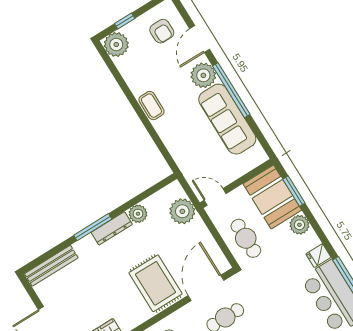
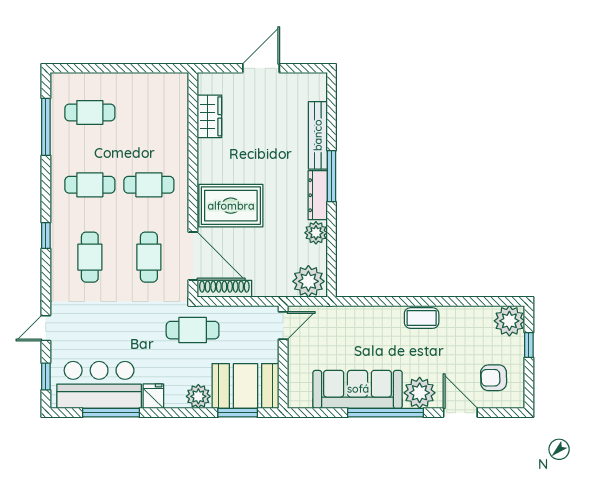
plant: (182, 211) -> (308, 281), moved
cafe table: (246, 238) -> (193, 330), moved
shoe rack: (215, 253) -> (224, 289), added
bench: (51, 266) -> (318, 135), moved

